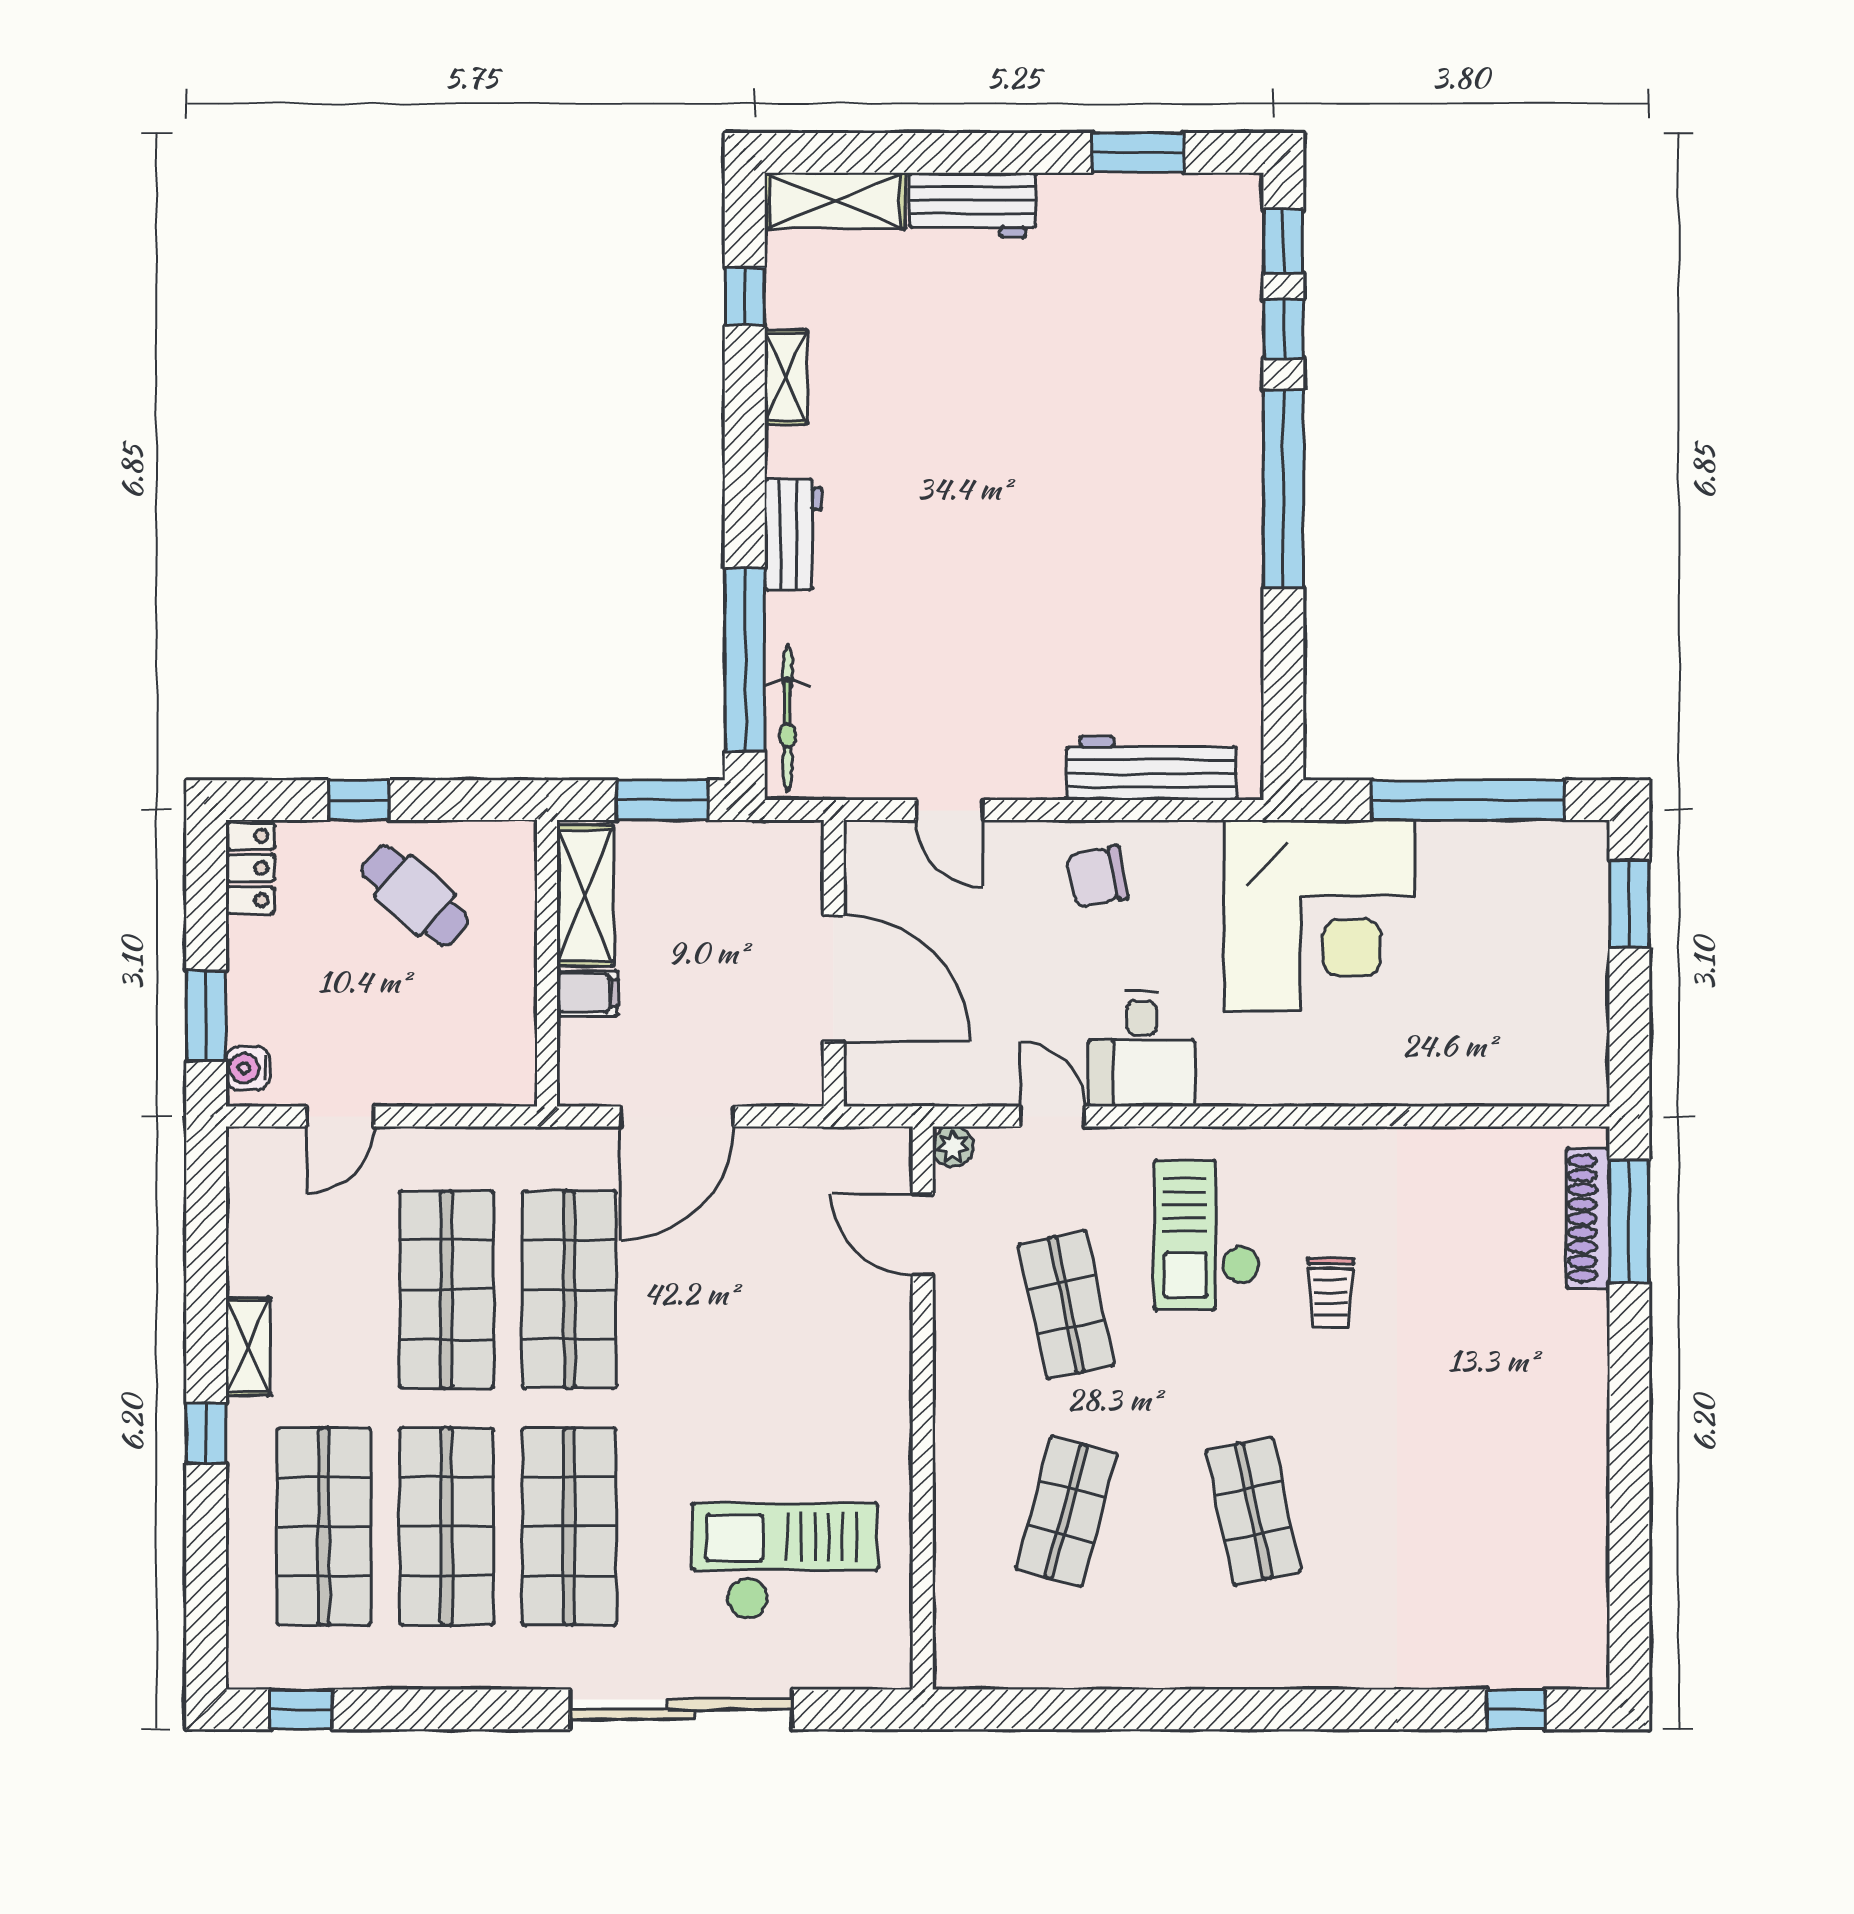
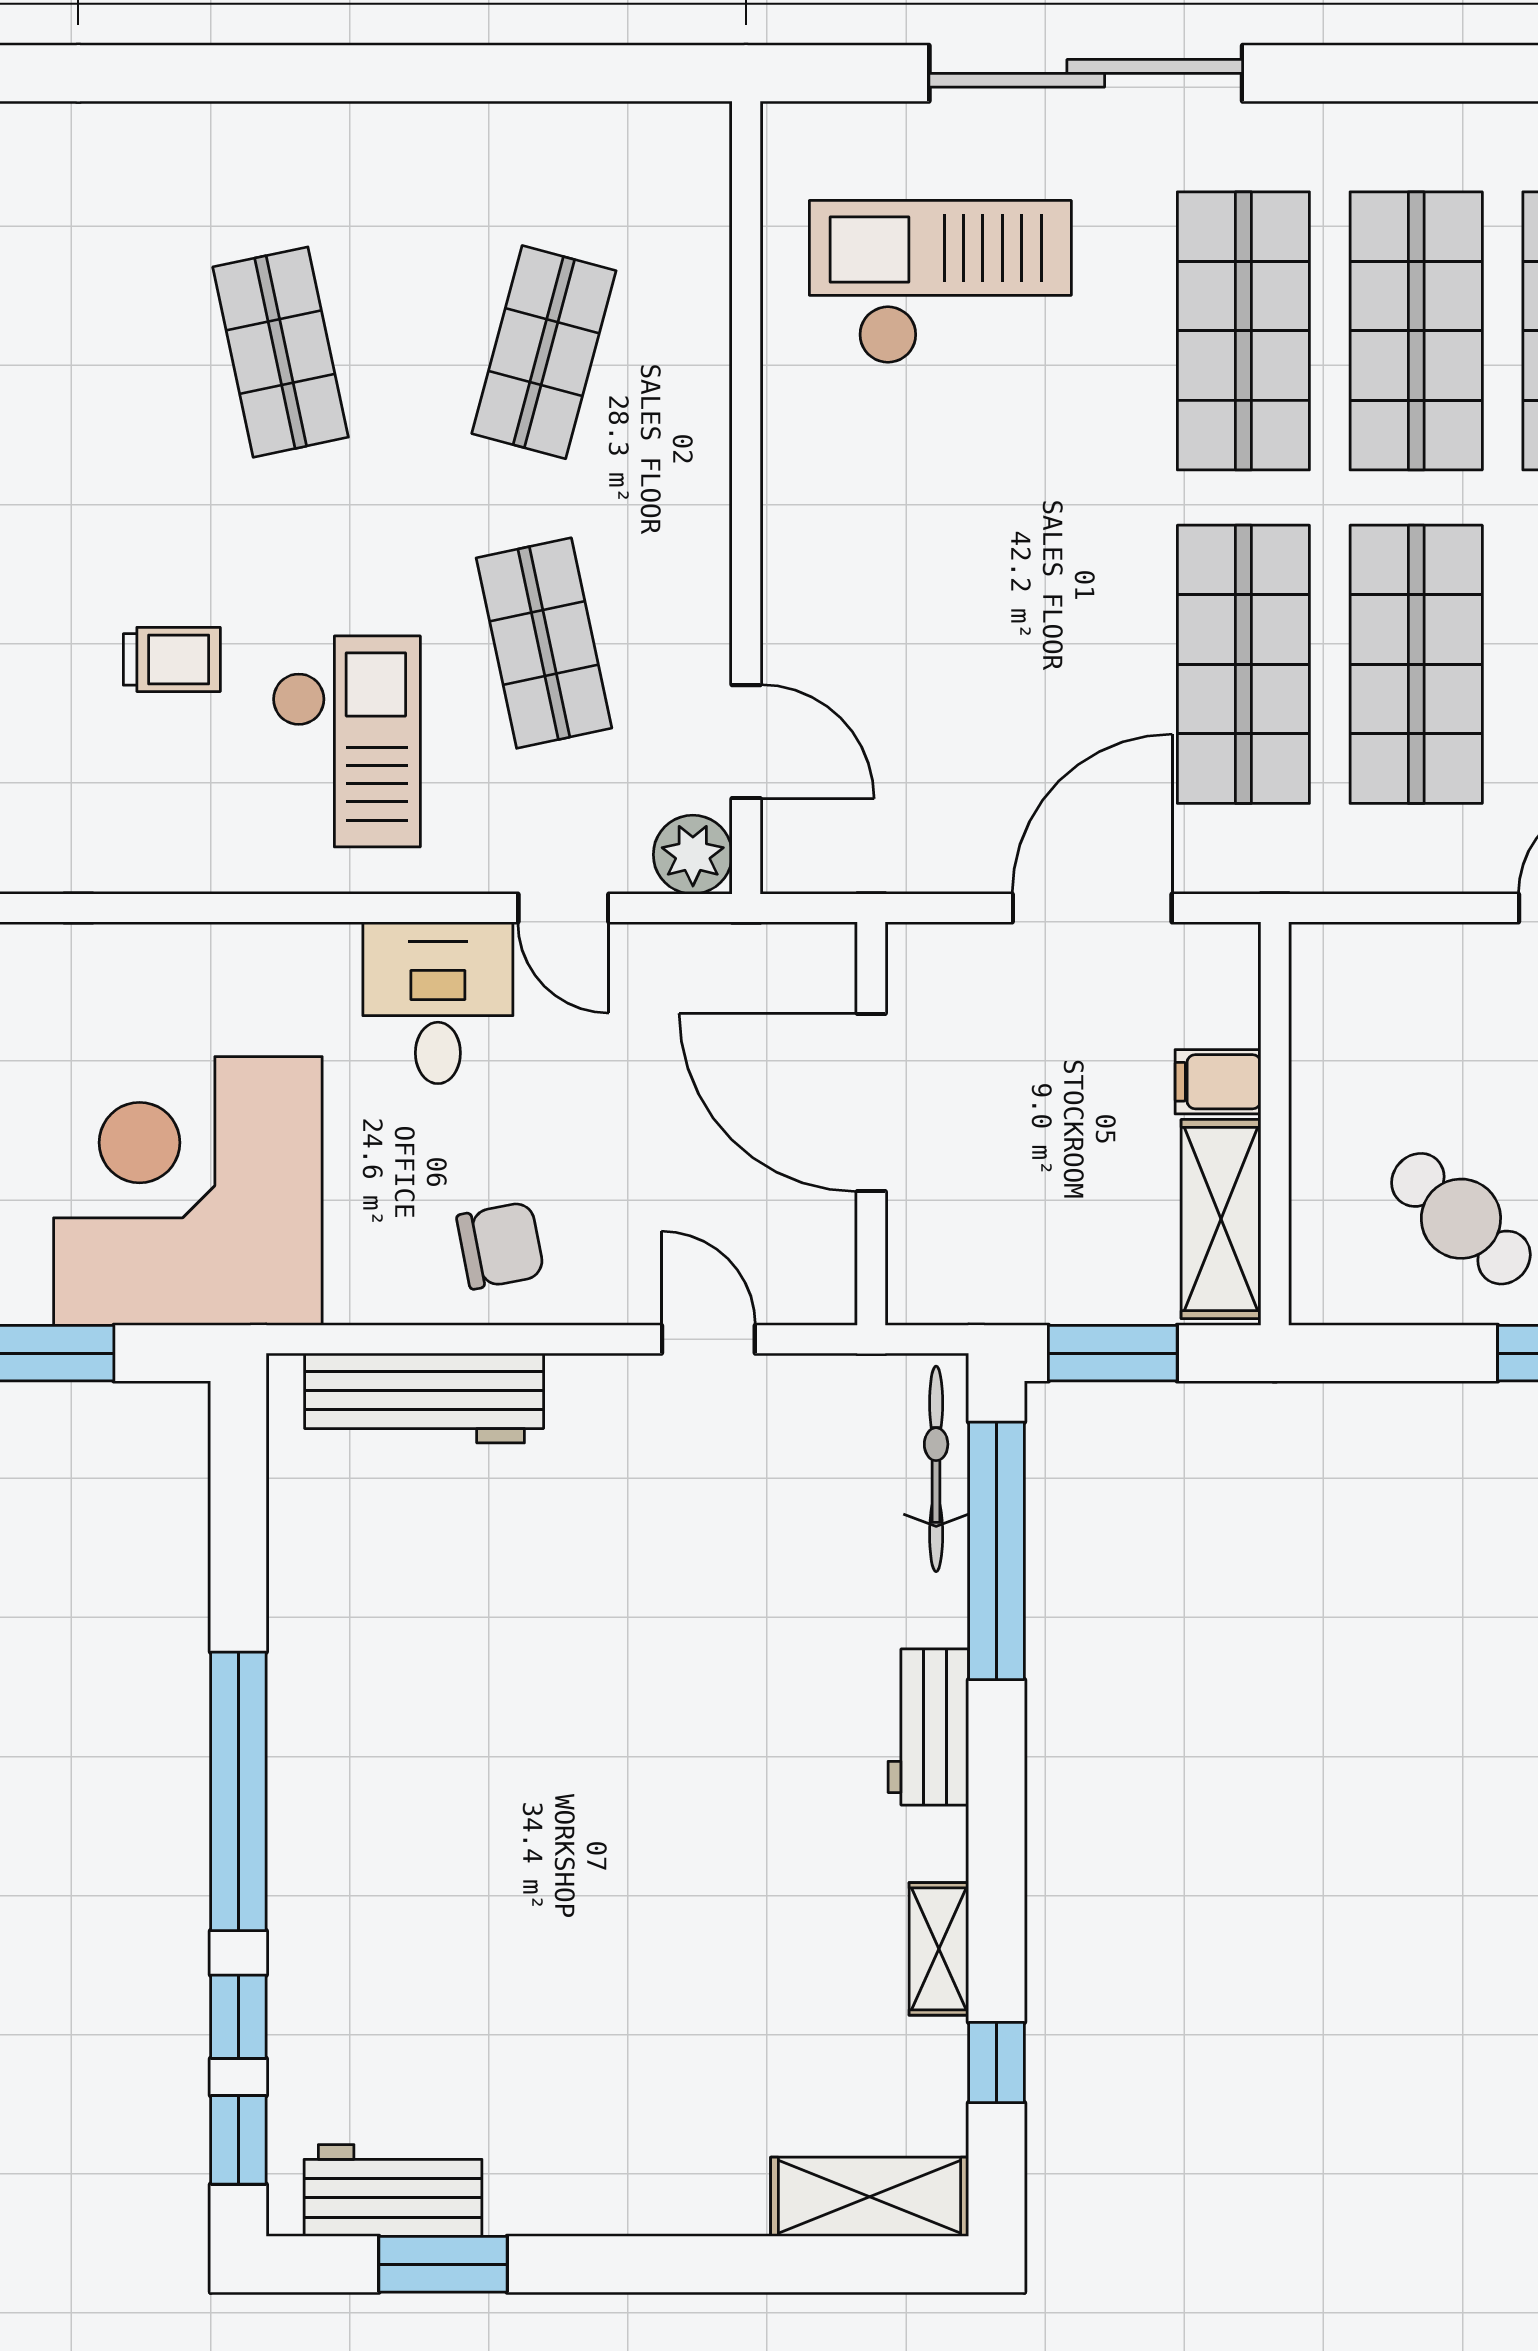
workbench: (972, 205) -> (393, 2190), moved
plant: (953, 1147) -> (693, 855), width x1.38, depth x1.38
trolley: (1331, 1293) -> (172, 659), turned 90
checkout: (785, 1561) -> (940, 282), turned 180

